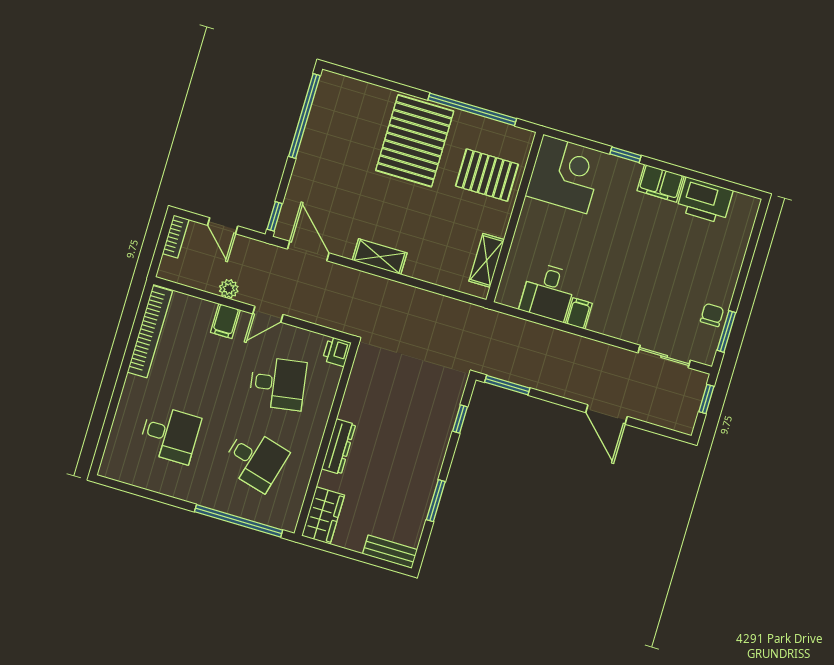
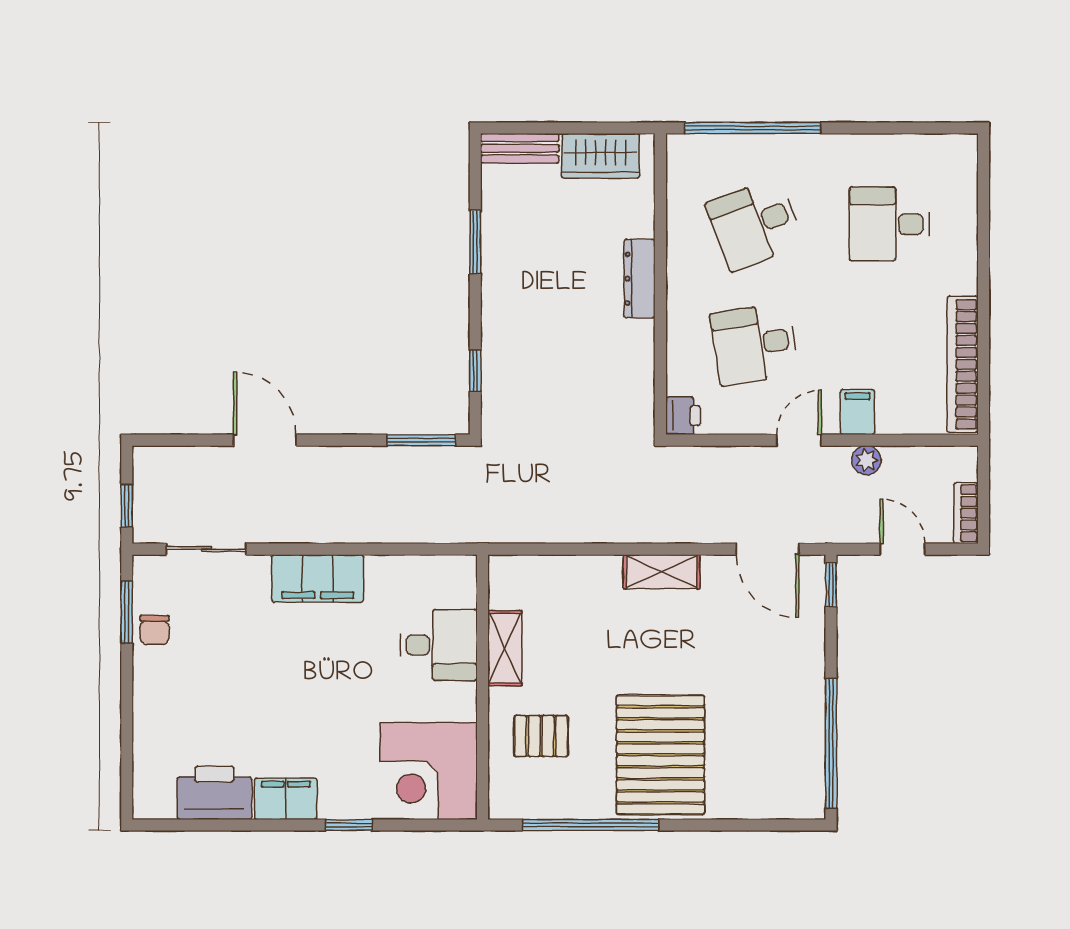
pallet: (487, 175) -> (541, 736), width x0.67, depth x0.71
shelving: (487, 260) -> (505, 648), moved
desk: (548, 292) -> (439, 645), moved, turned 90
filing cabinet: (579, 313) -> (318, 578), width x3.00, depth x1.17
desk: (255, 460) -> (755, 224), turned -36
wardrobe: (323, 515) -> (601, 156), moved, turned -90

